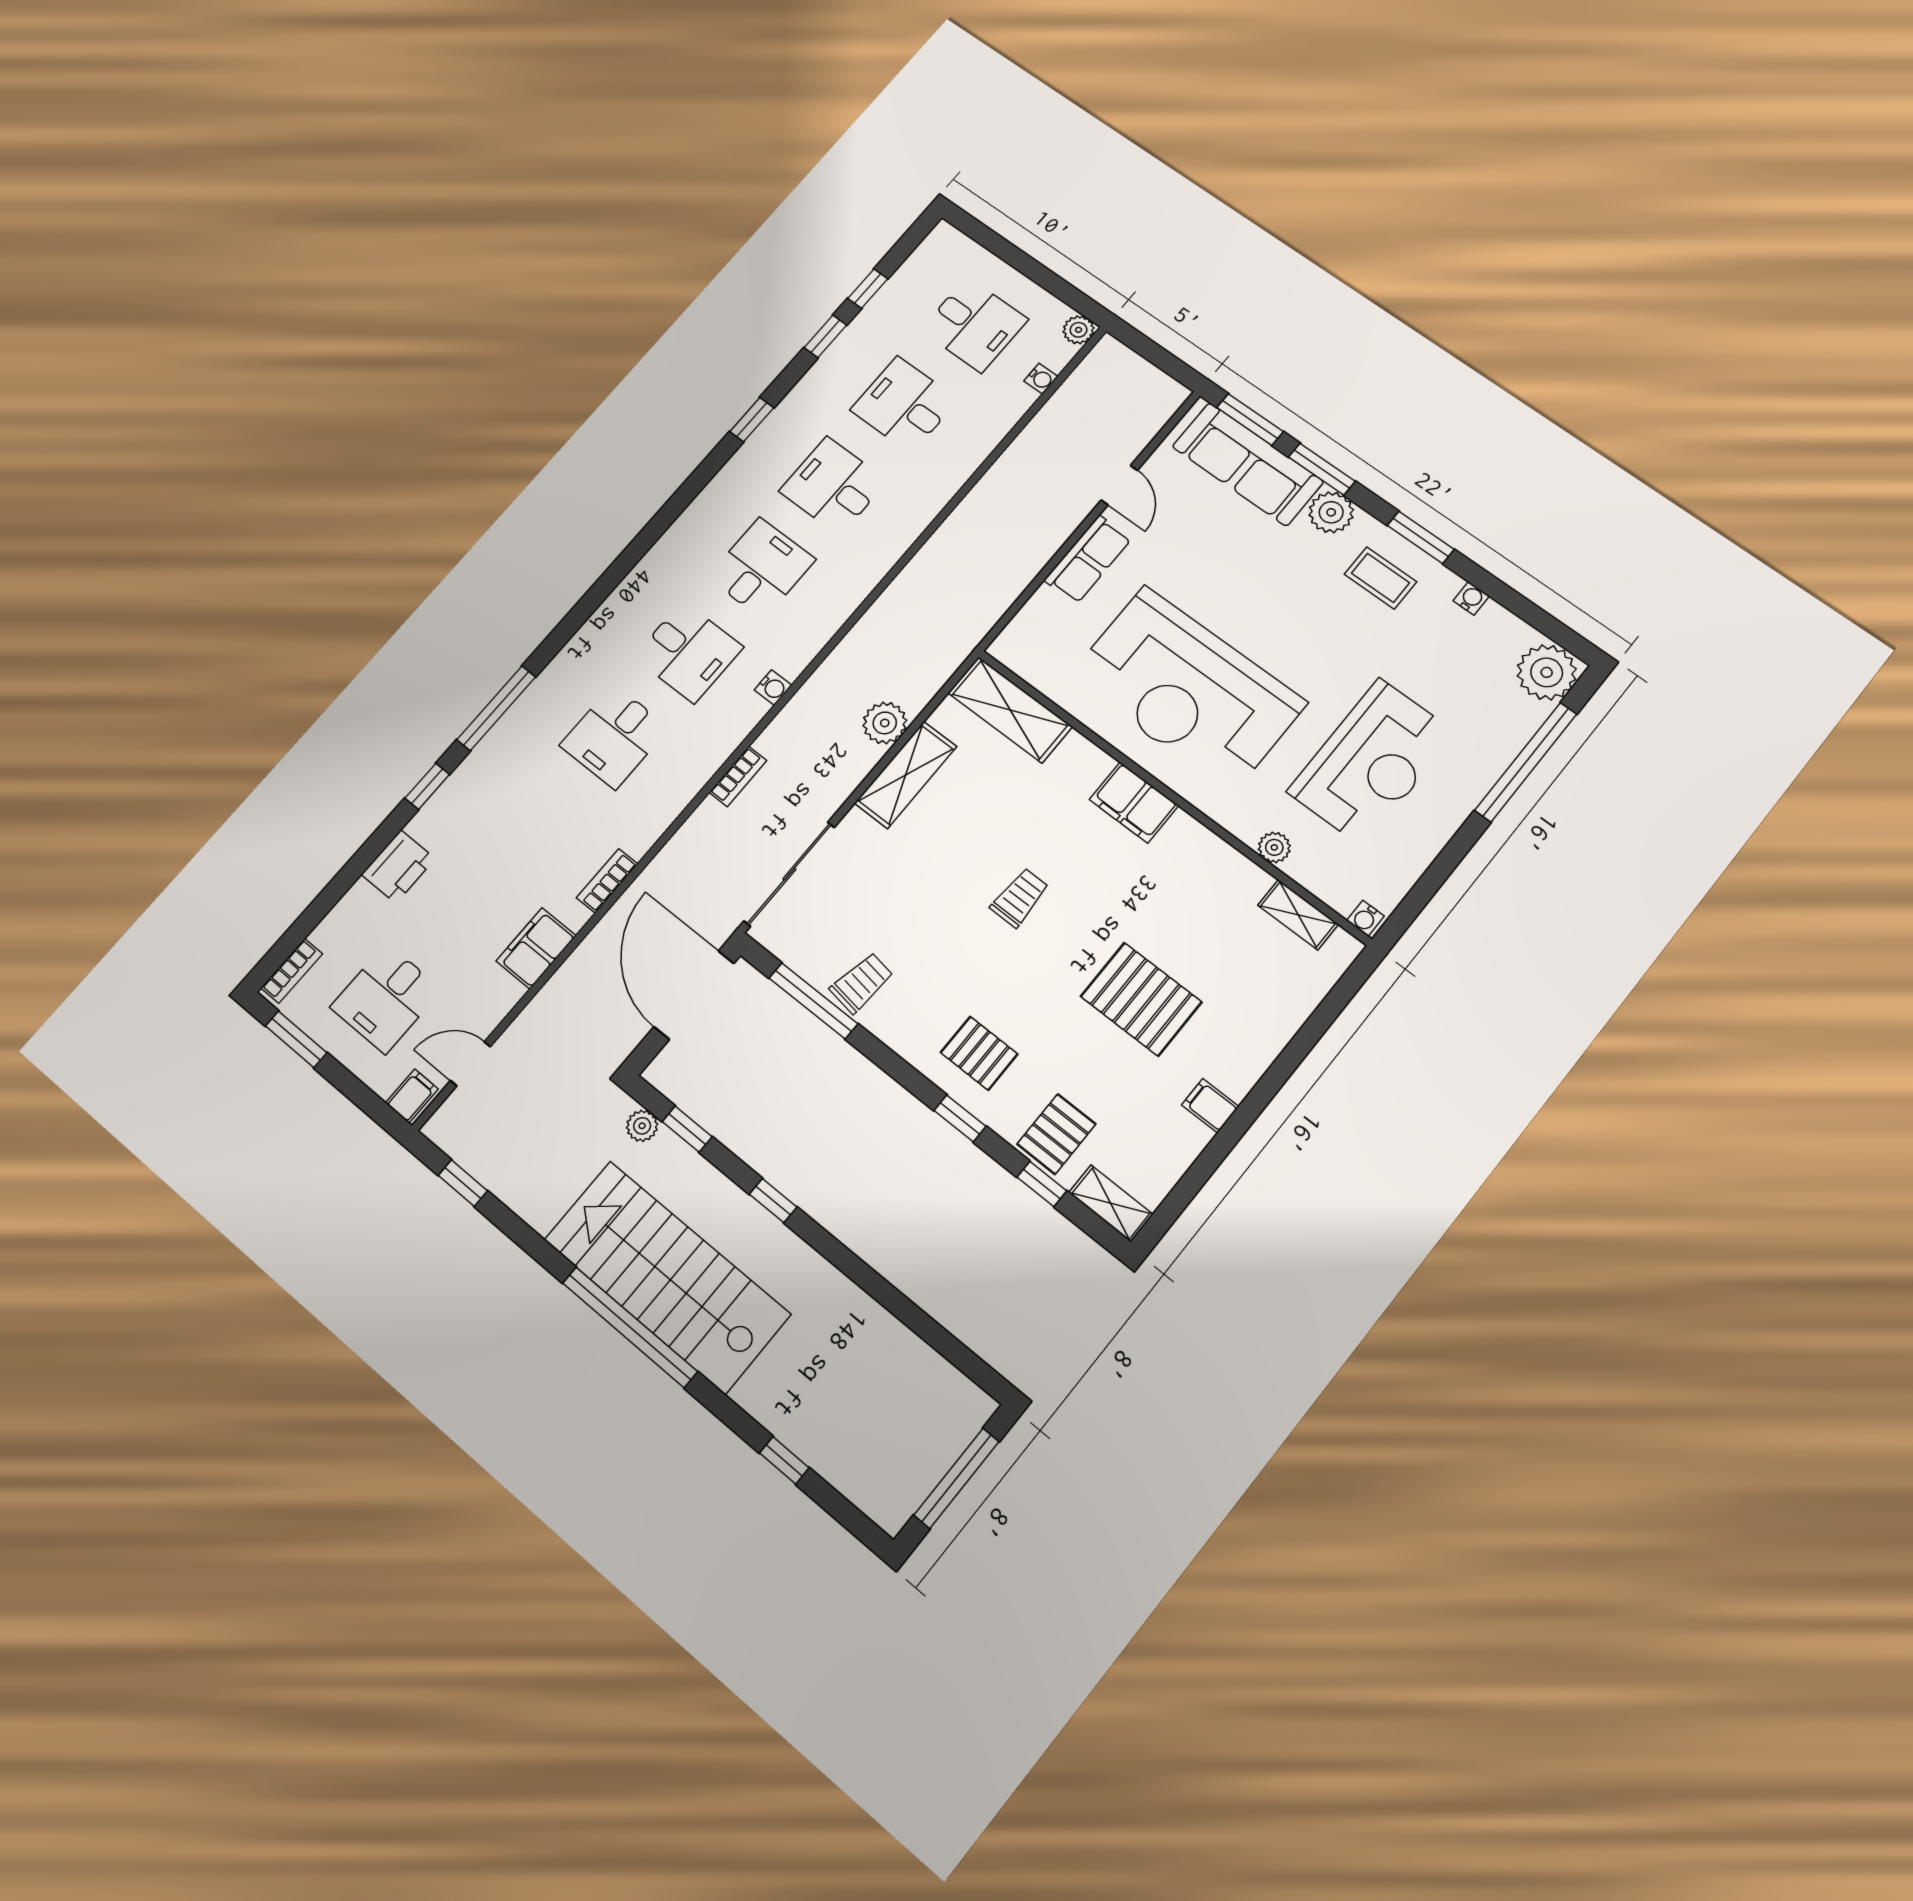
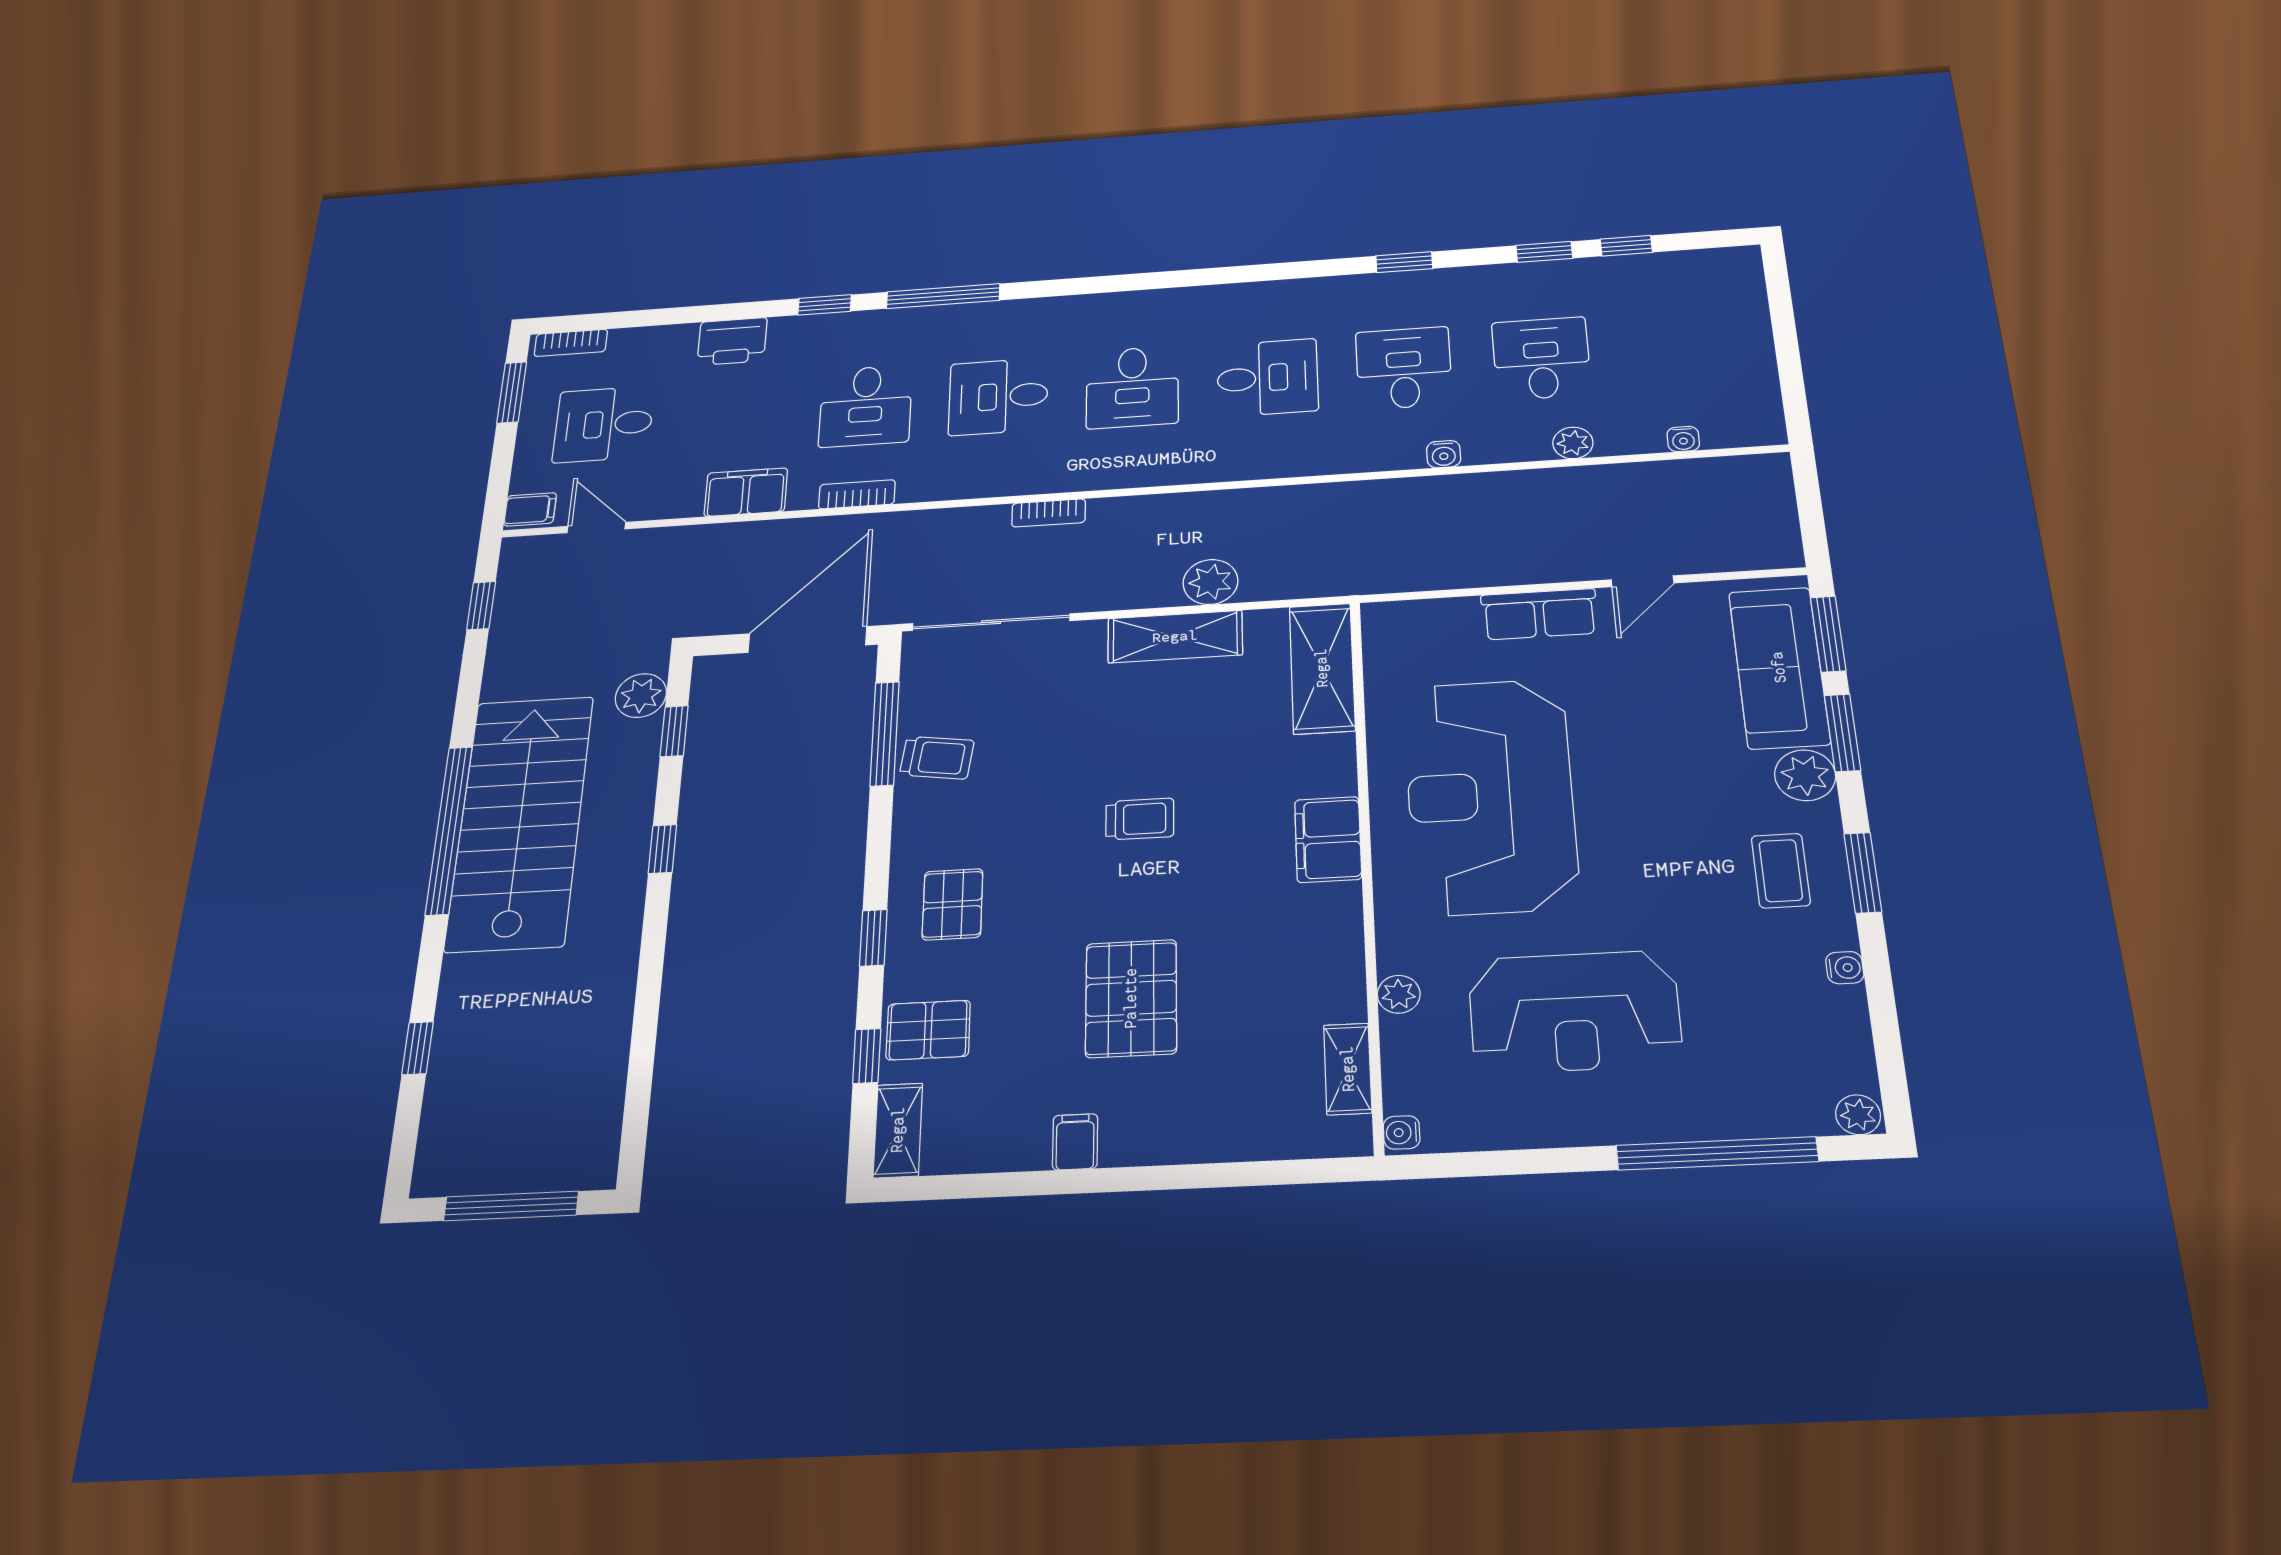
desk: (974, 325) -> (866, 406), moved
plant: (1079, 330) -> (1573, 443), moved
plant: (1547, 672) -> (1858, 1115), width x0.53, depth x0.53
water cooler: (773, 687) -> (1444, 454), moved
plant: (642, 1126) -> (641, 696), width x1.38, depth x1.38

